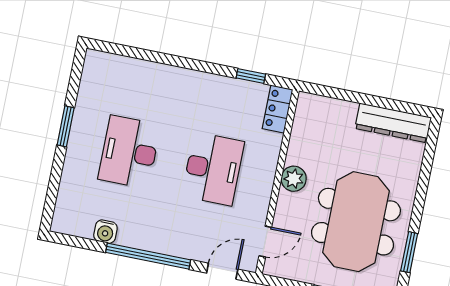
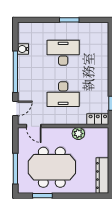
plant: (294, 179) -> (78, 134), moved
door: (222, 271) -> (15, 108), hinge flipped

